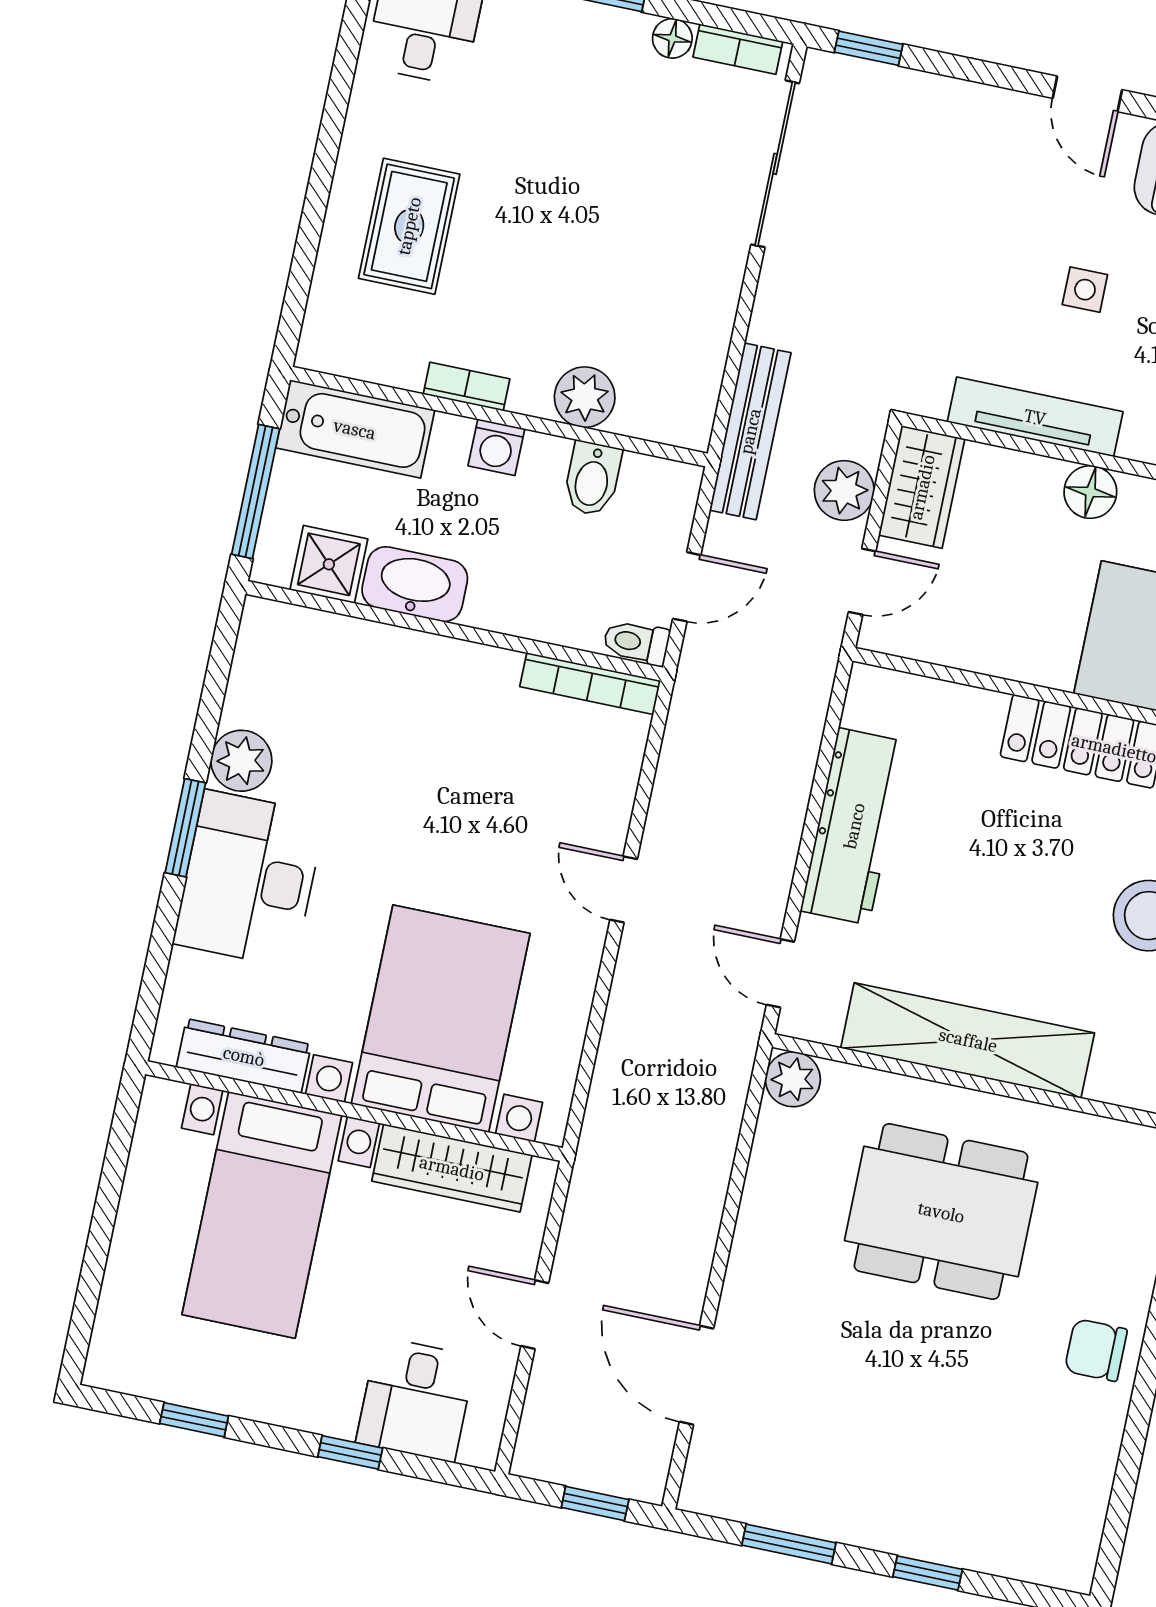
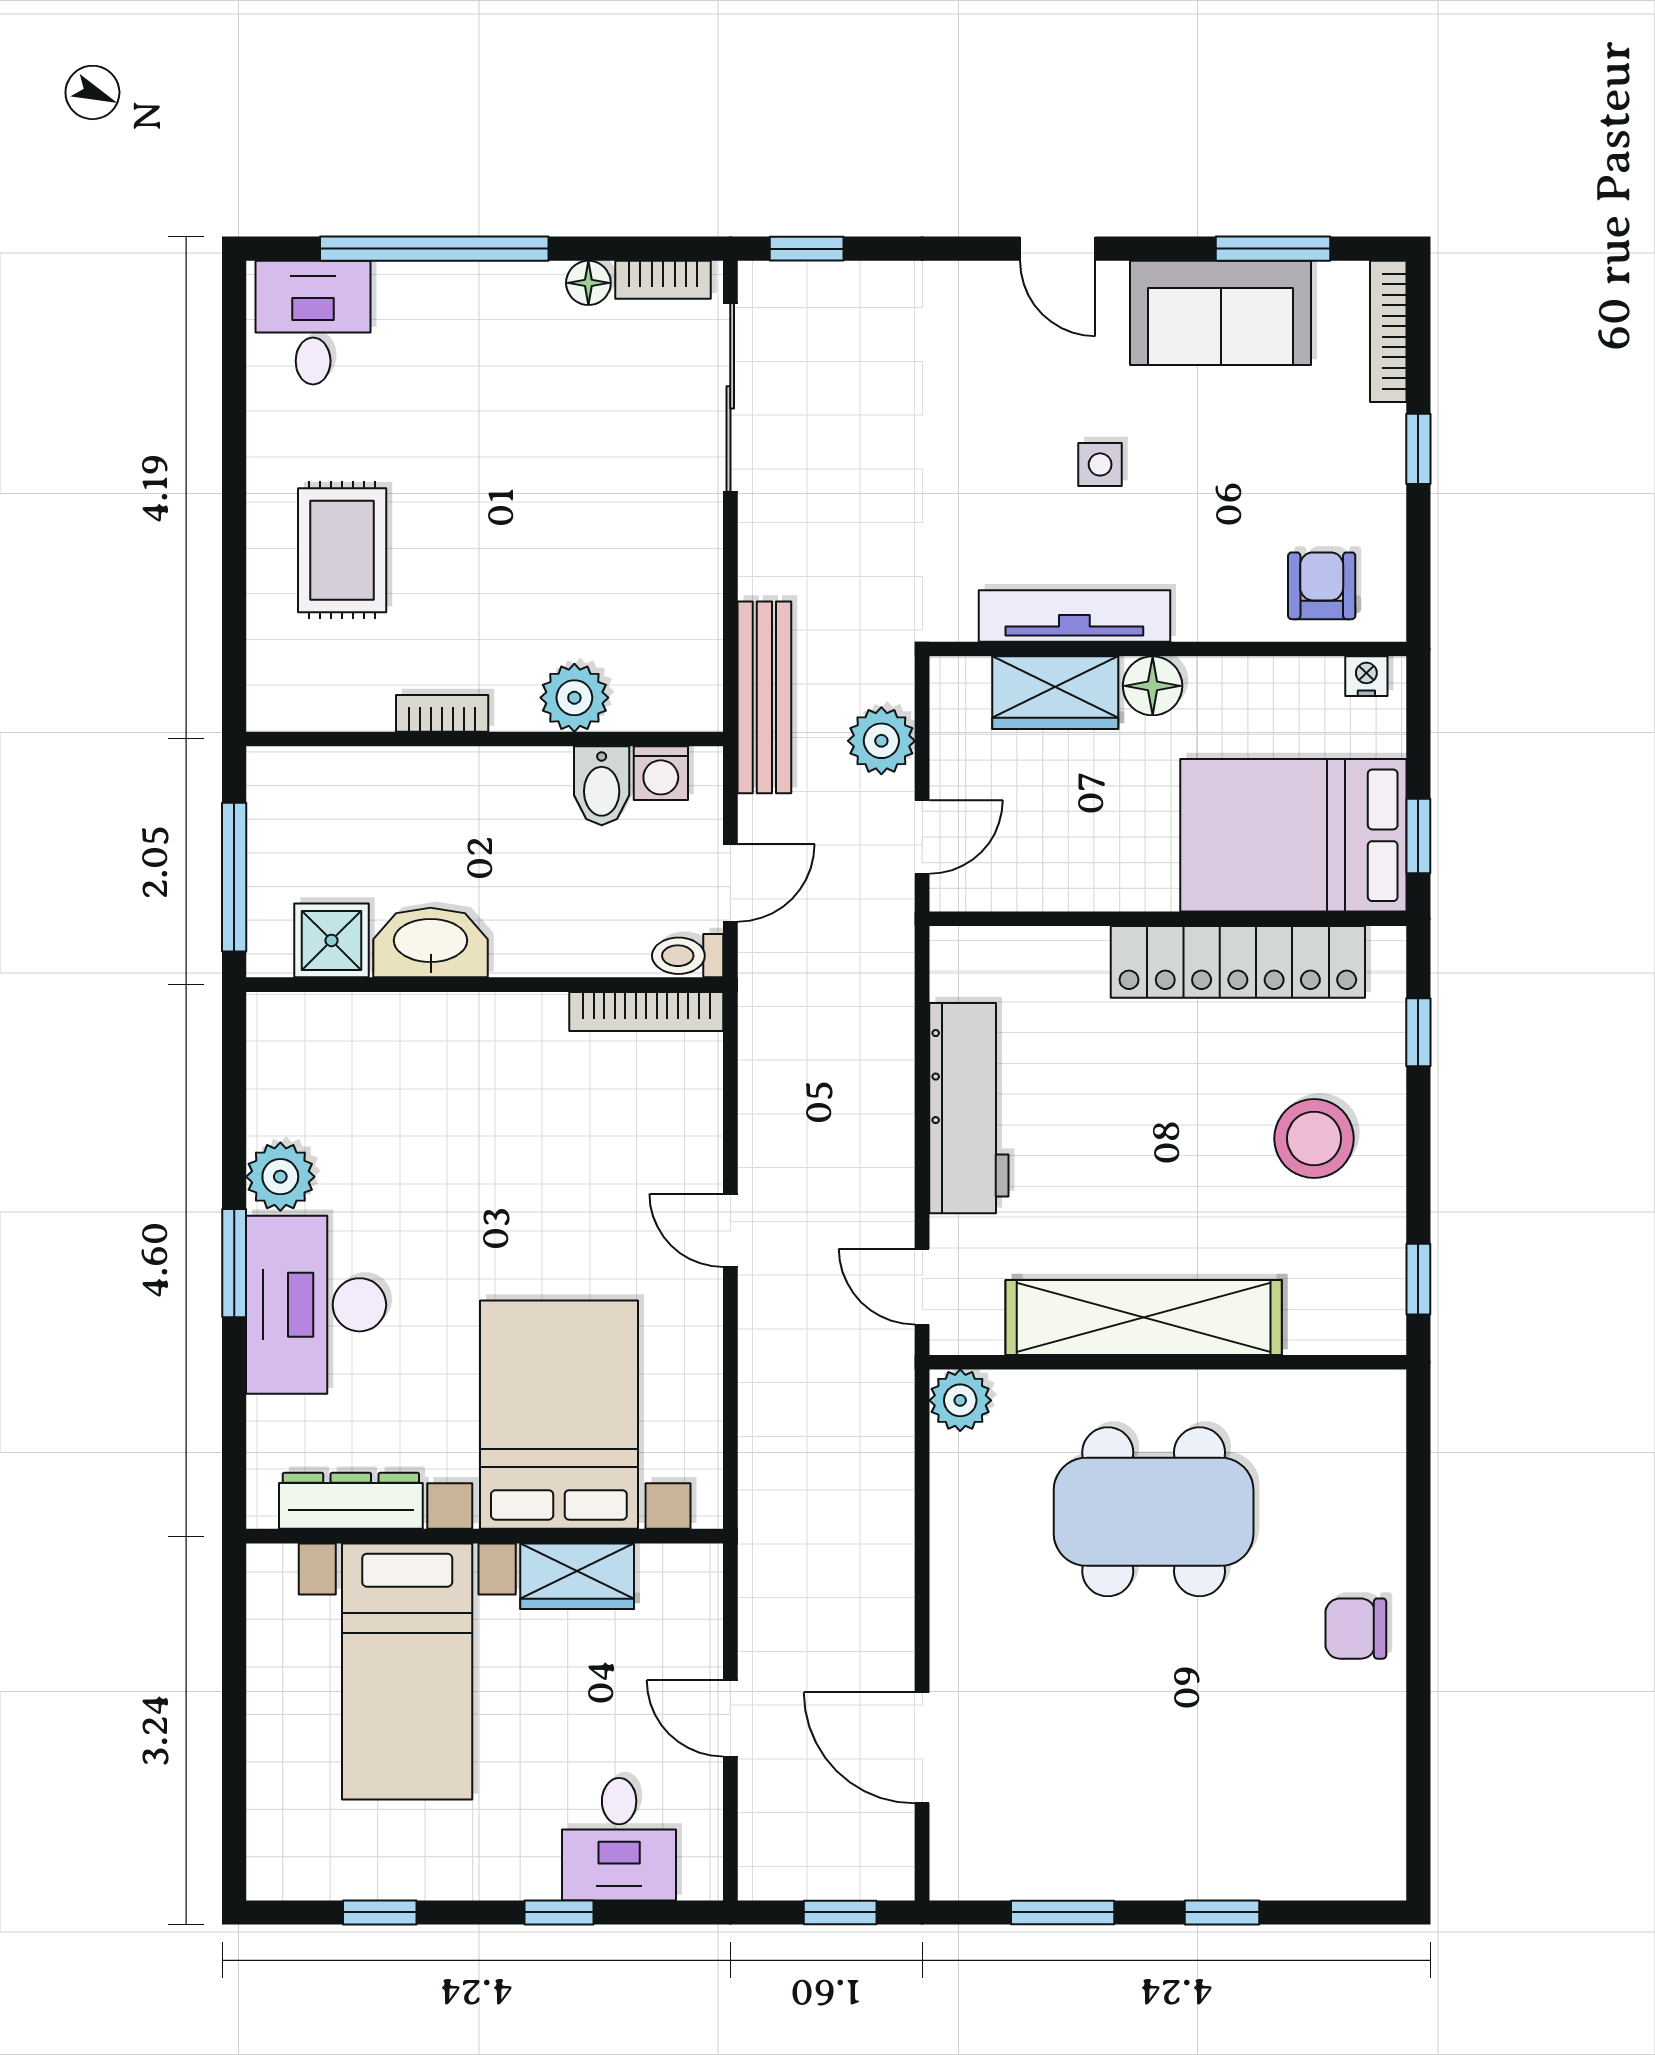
bathtub: (355, 429) -> (329, 785), removed
washing machine: (496, 447) -> (661, 773), moved
wardrobe: (922, 487) -> (1055, 693), moved, turned 90
wardrobe: (452, 1168) -> (577, 1576), width x0.67

